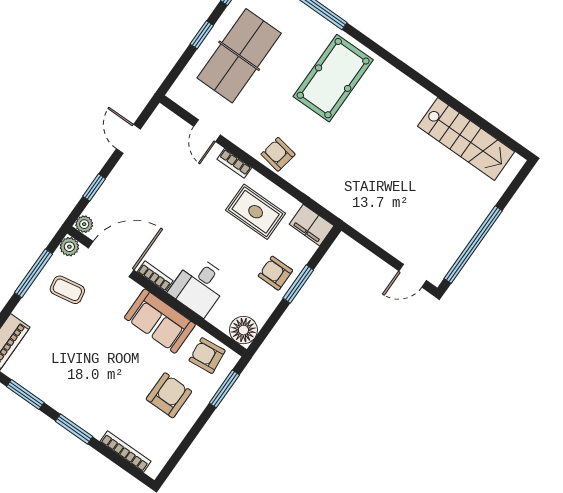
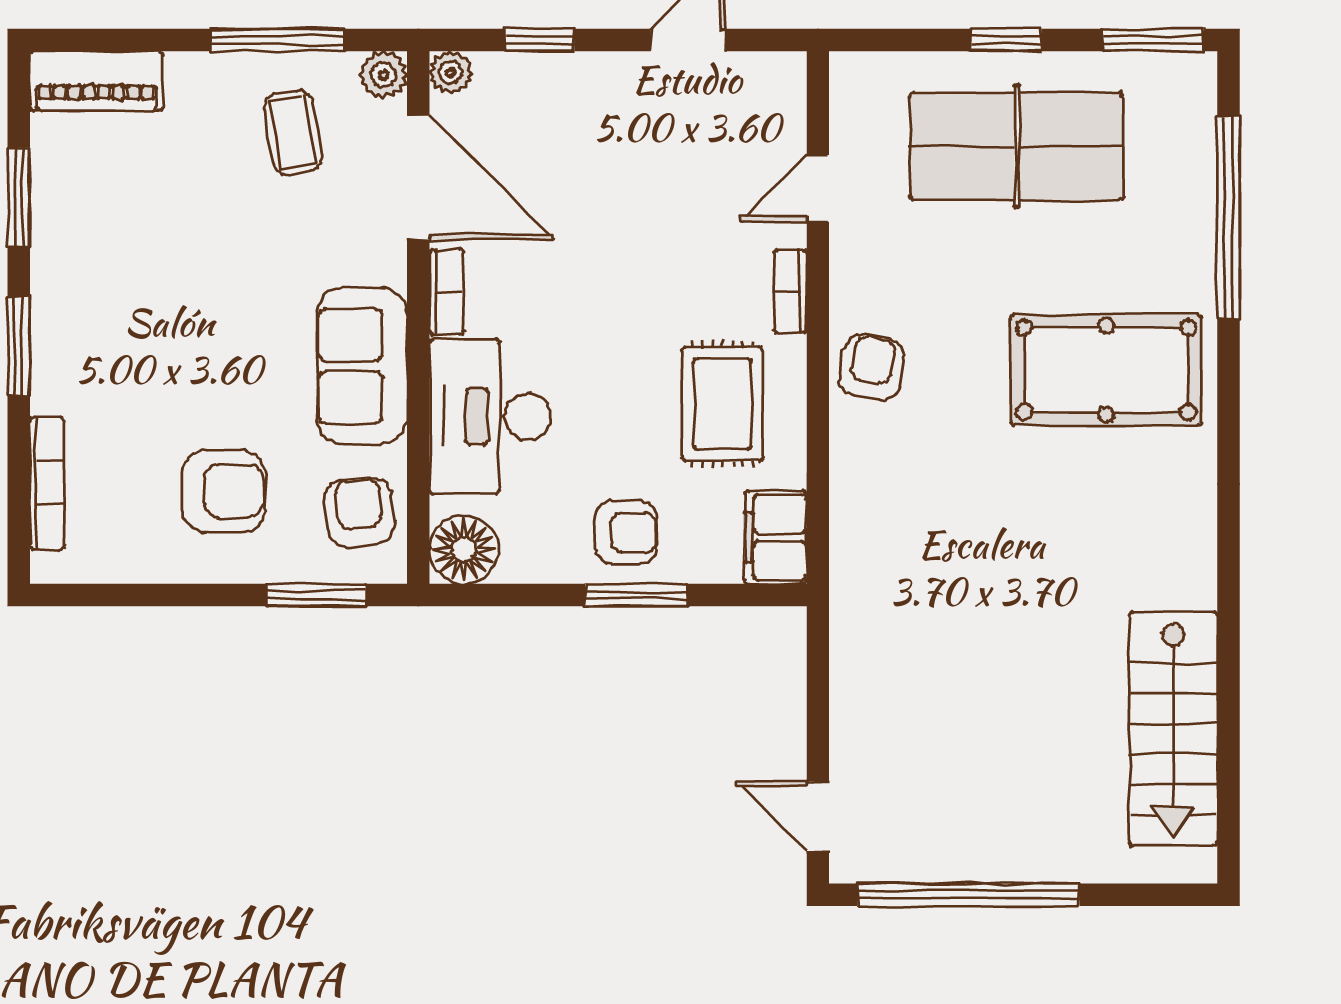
armchair: (275, 273) -> (626, 533), turned 90
desk: (199, 286) -> (490, 417), width x1.37

